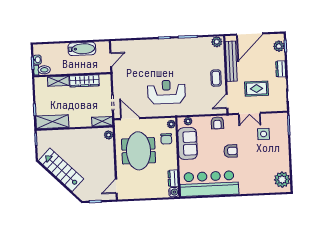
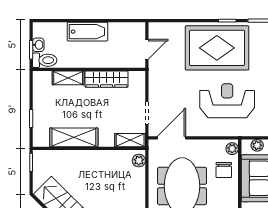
bathtub: (82, 49) -> (88, 32), moved
rug: (158, 57) -> (217, 48), added
door: (130, 119) -> (171, 138), hinge flipped
shelving: (52, 122) -> (74, 137), moved

